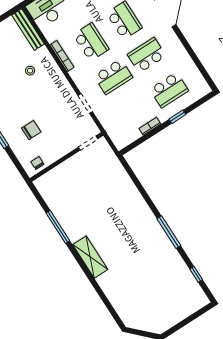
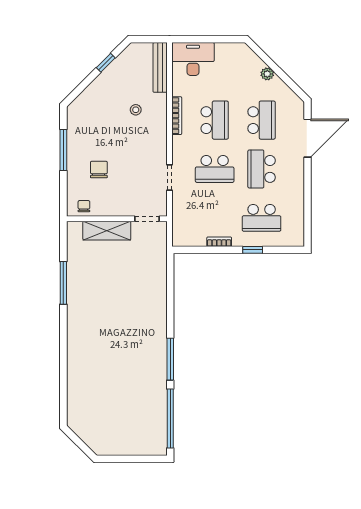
school desk: (147, 55) -> (262, 169), turned -90
chair: (31, 130) -> (99, 169), turned -90
shelving: (90, 257) -> (107, 231), moved, turned 90
window: (196, 274) -> (170, 418), width x3.17

